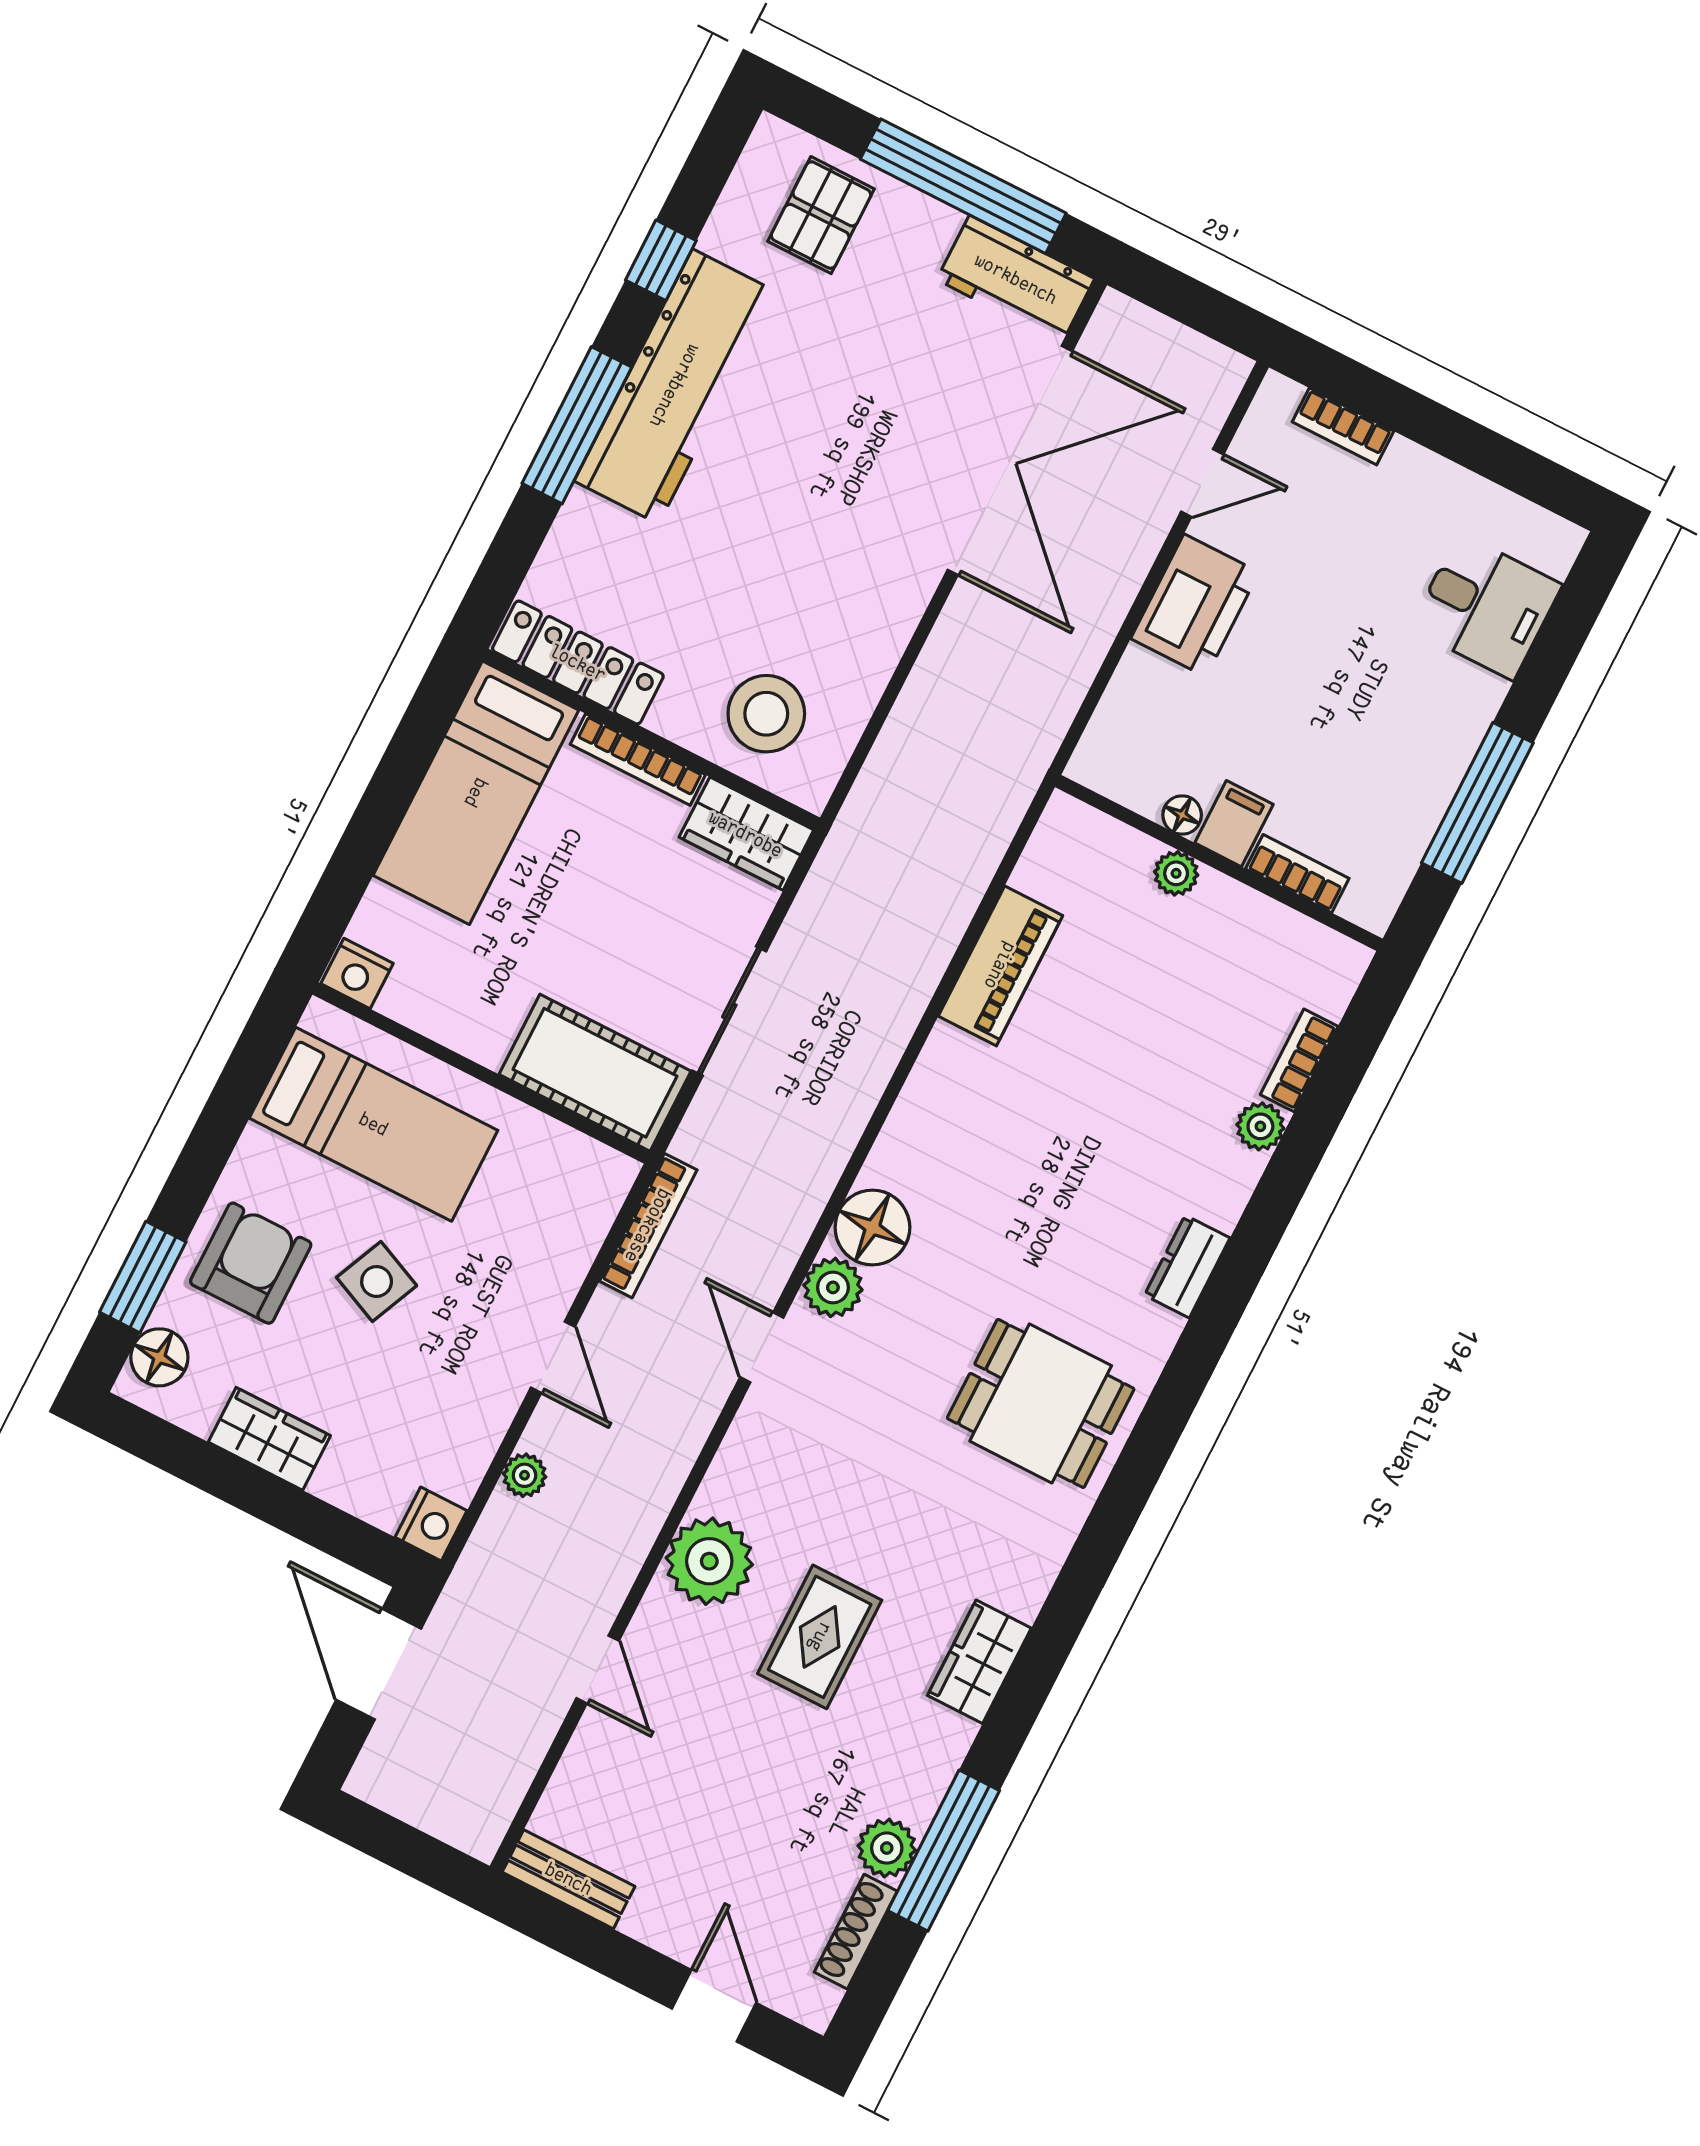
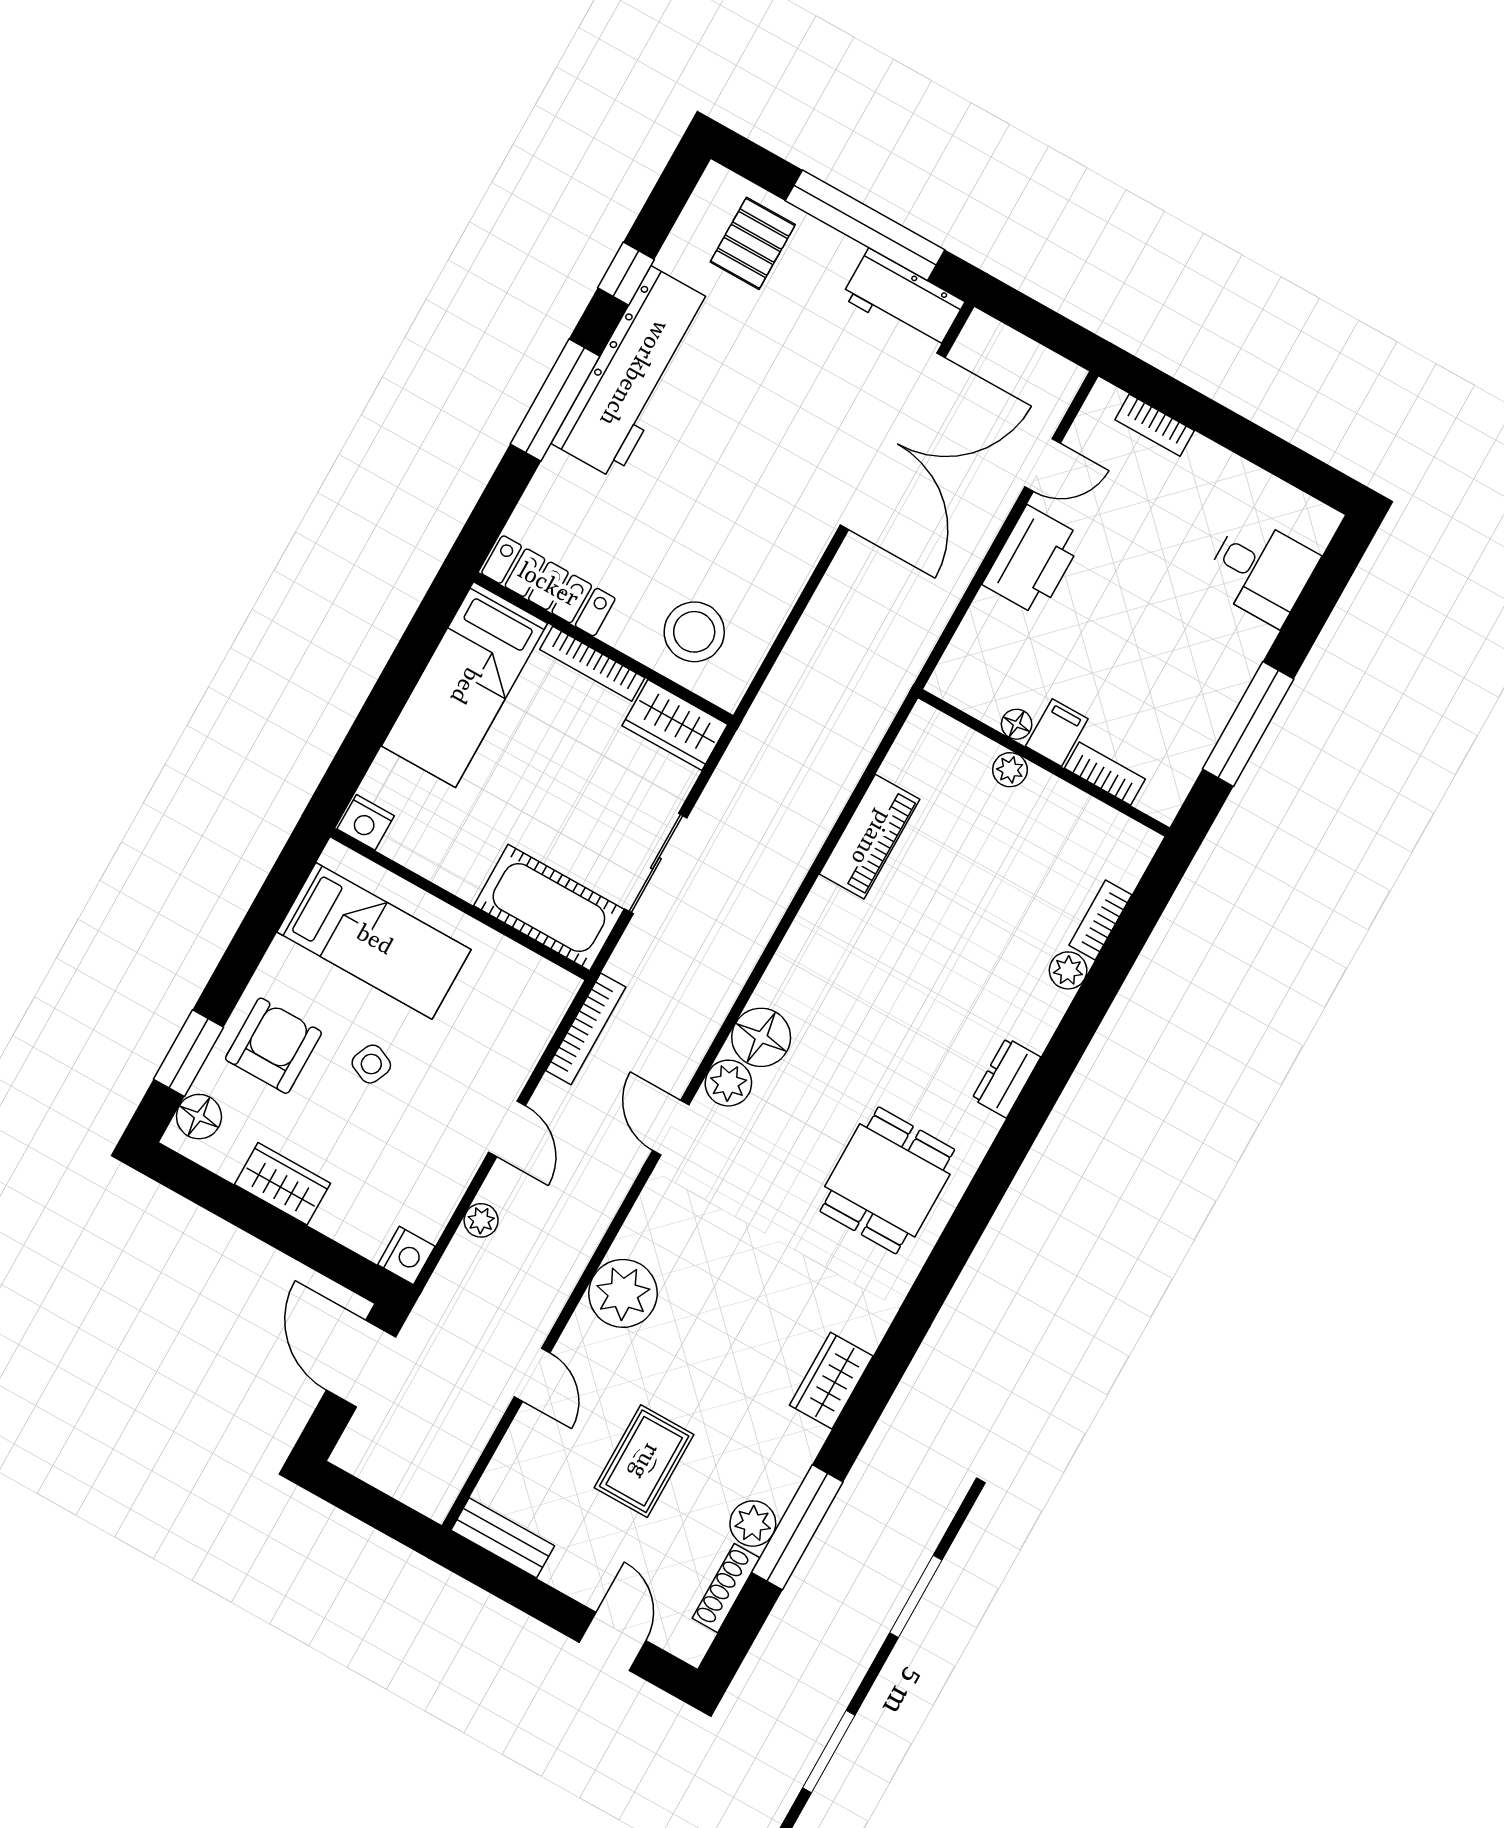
side table: (377, 1282) -> (371, 1064), width x0.73, depth x0.73
dining table: (1041, 1403) -> (887, 1180), turned 90
rug: (820, 1637) -> (644, 1461), moved

